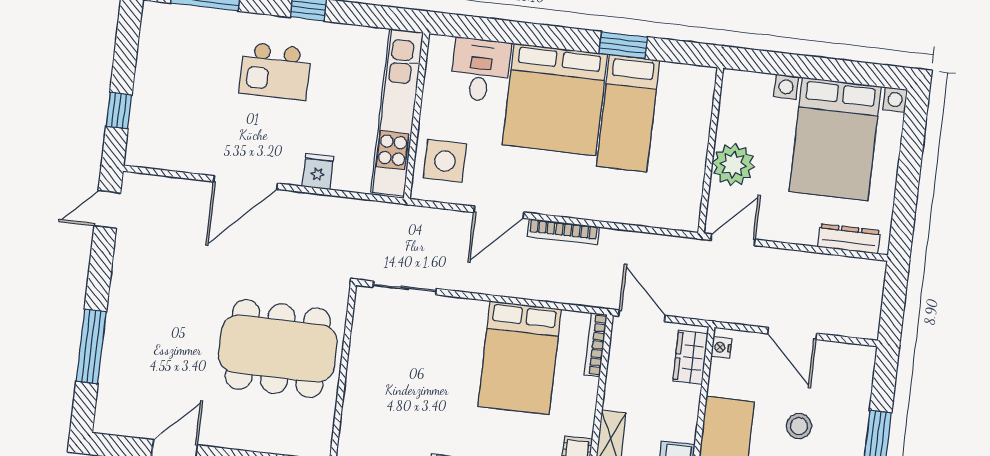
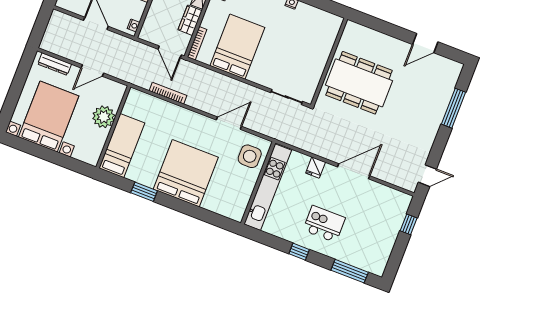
desk: (480, 70) -> (220, 198), removed
bed: (628, 113) -> (122, 146), moved
bookcase: (563, 232) -> (168, 93), moved
door: (733, 240) -> (92, 70), moved
wardrobe: (690, 357) -> (190, 20), moved, turned 180

